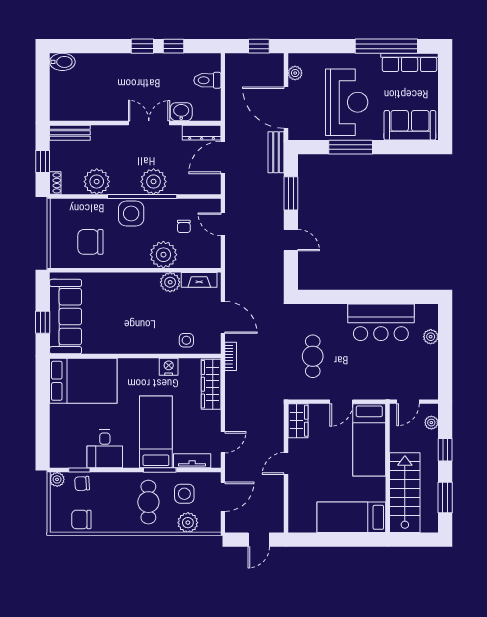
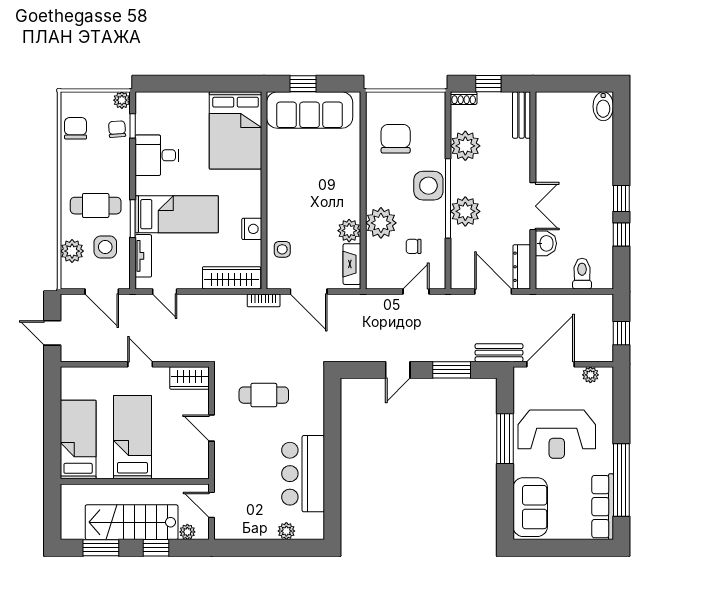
door: (223, 317) -> (309, 291), hinge flipped
bed: (369, 440) -> (132, 437), moved, turned 90
stairs: (405, 493) -> (132, 522), moved, turned 180

